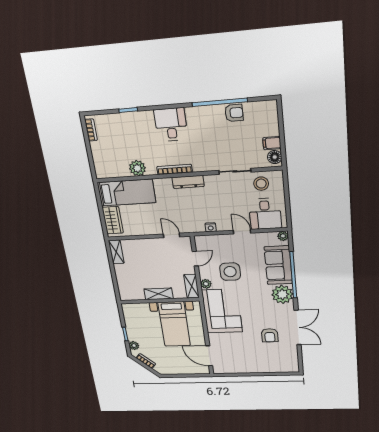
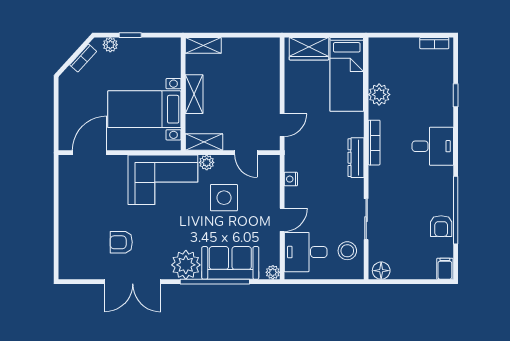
filing cabinet: (272, 143) -> (445, 269), moved
shelving: (116, 252) -> (203, 45), moved

